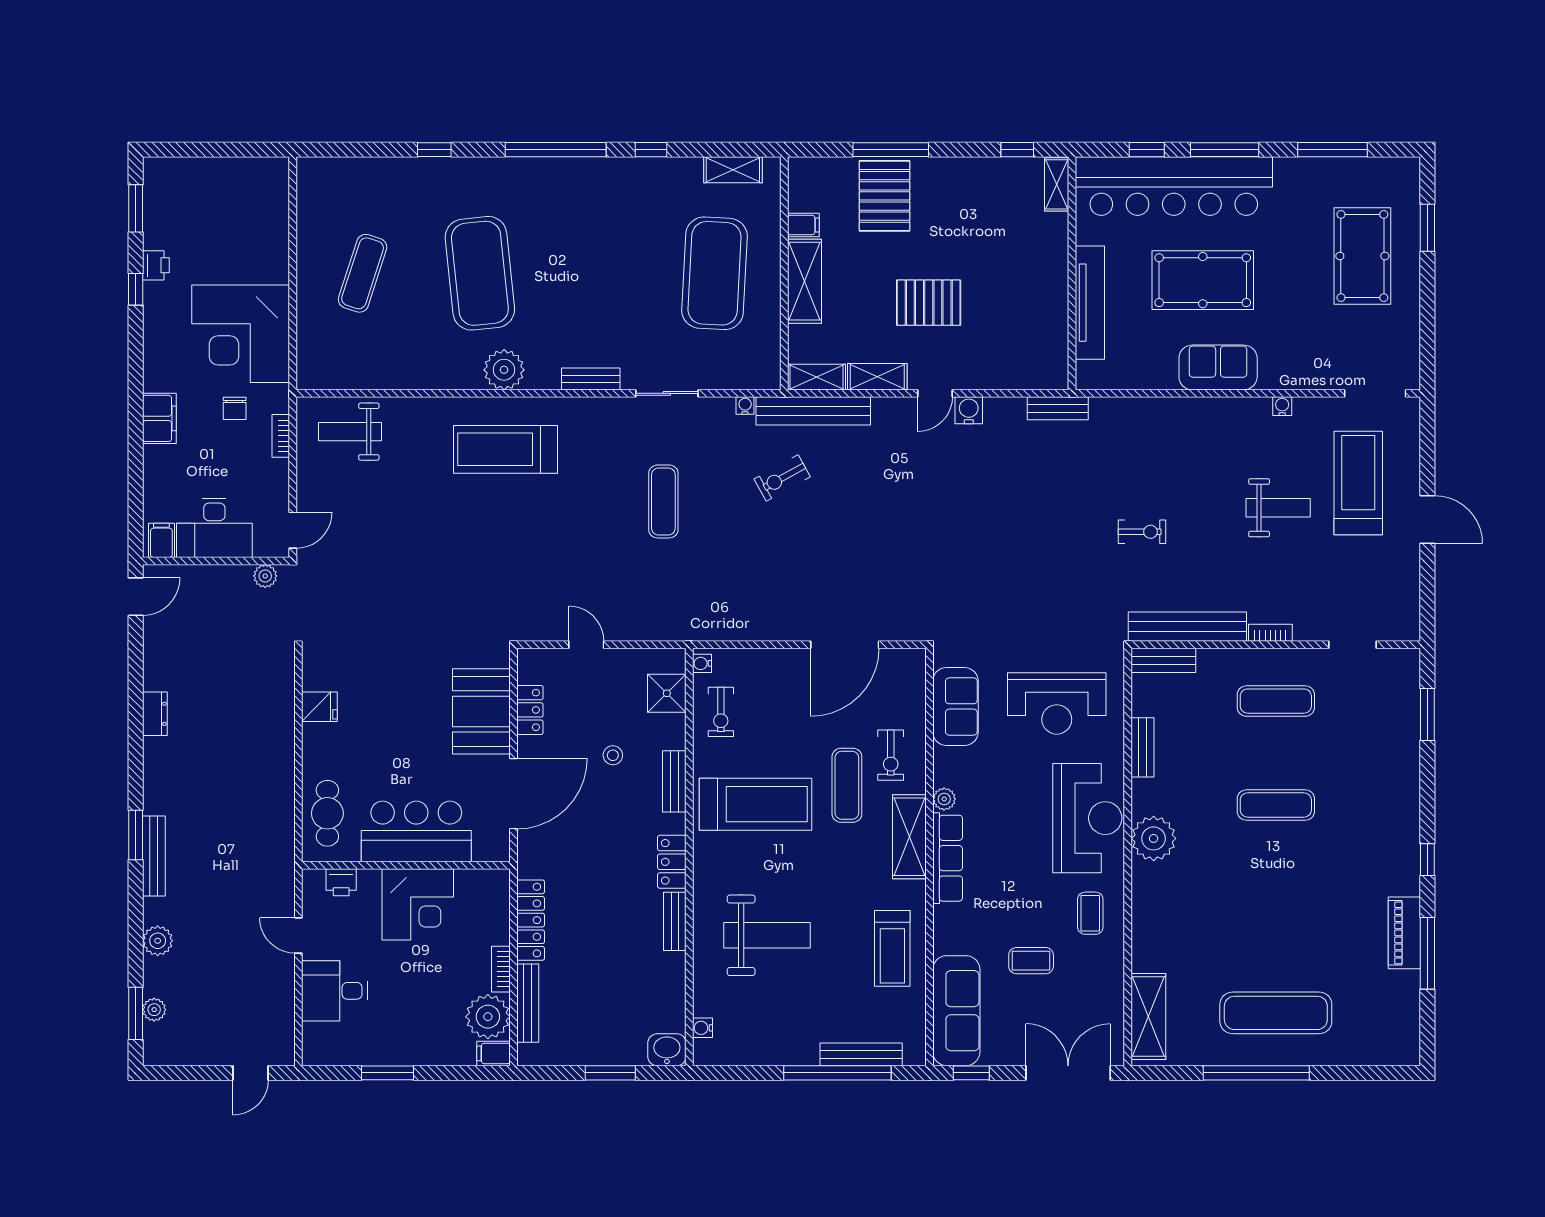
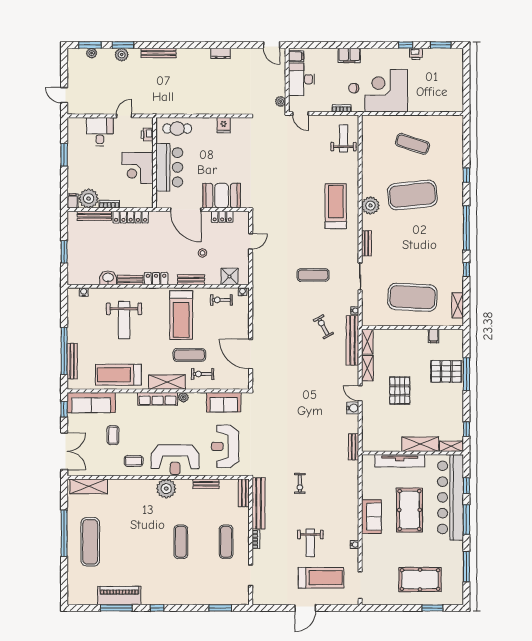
shelving: (805, 281) -> (420, 444), moved
window: (136, 835) -> (123, 45), moved
piano: (1404, 933) -> (119, 596), width x1.37, depth x1.33
treadmill: (892, 948) -> (118, 375), width x1.37, depth x1.38
washbasin: (667, 1050) -> (108, 278), moved, turned -90

